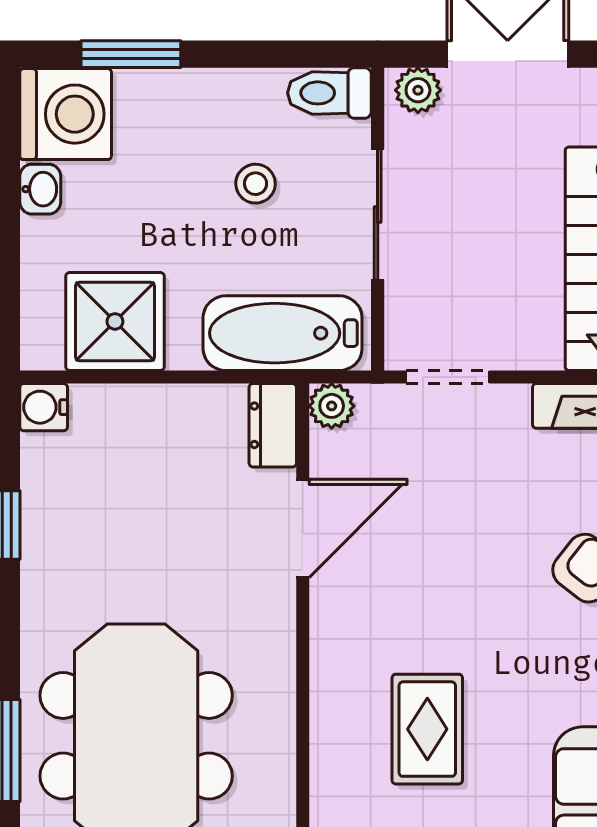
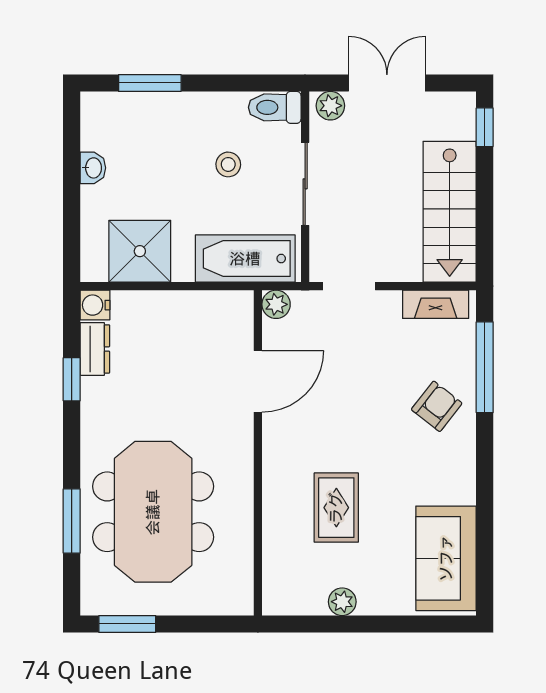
washing machine: (66, 114) -> (109, 121), removed
dresser: (273, 425) -> (95, 349), moved, turned 180

